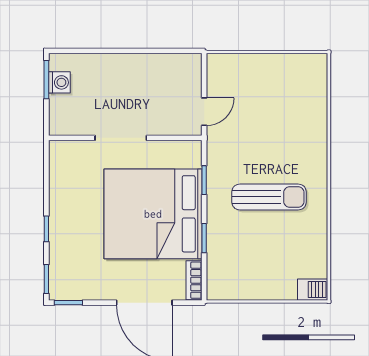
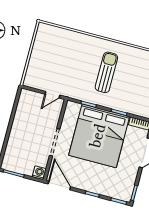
washing machine: (59, 82) -> (39, 173), moved
door: (204, 112) -> (52, 95), swing flipped
door: (46, 166) -> (59, 185), added

